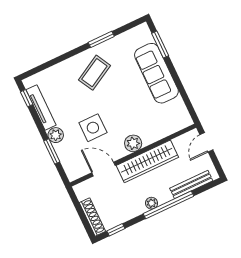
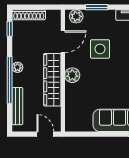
plant: (56, 135) -> (76, 16), moved

